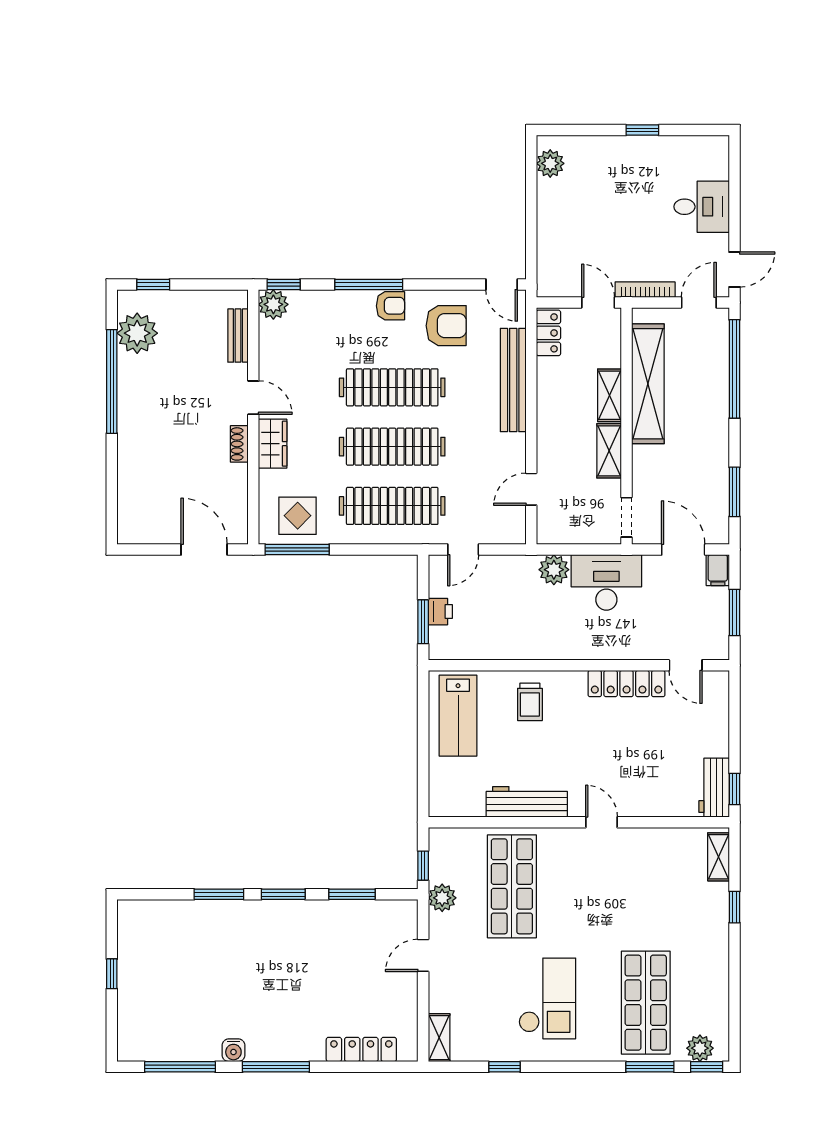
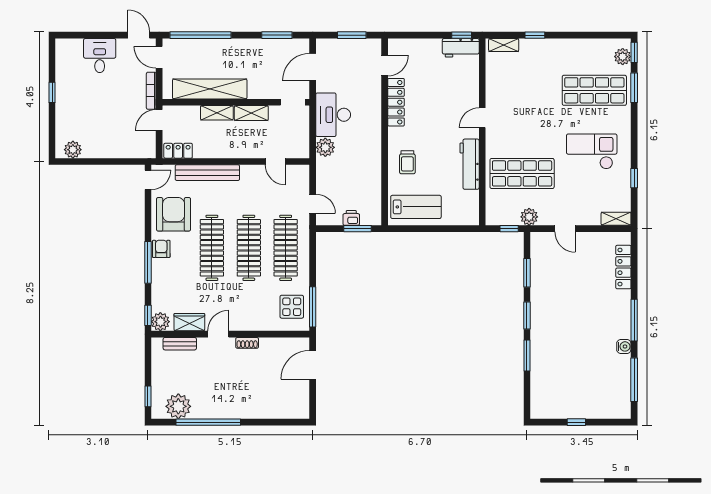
armchair: (446, 326) -> (174, 214), width x1.36, depth x1.36
wardrobe: (273, 444) -> (189, 322), moved
filing cabinet: (718, 570) -> (325, 46), removed
trolley: (530, 702) -> (407, 162), turned 90

